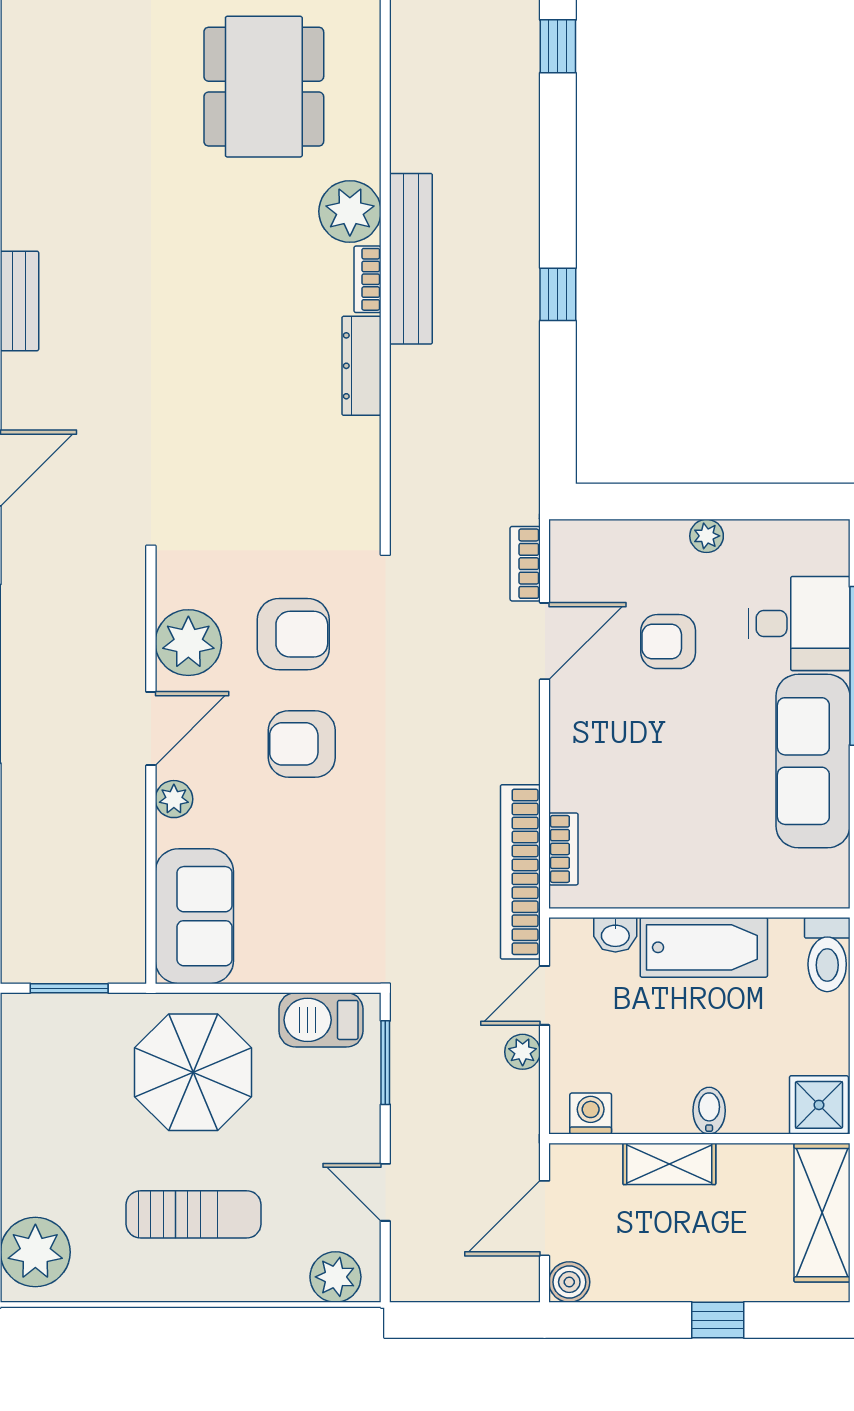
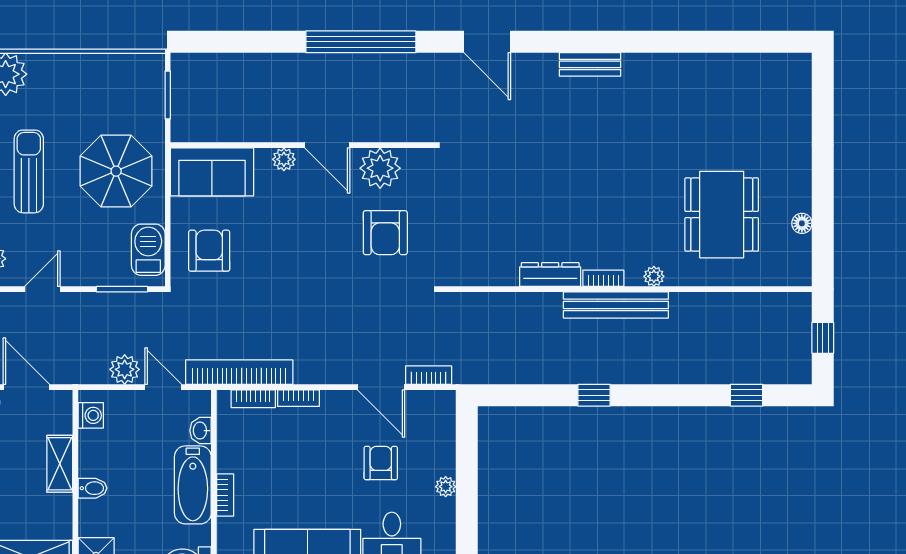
dining table: (264, 87) -> (722, 215), turned 90
plant: (350, 211) -> (654, 276), width x0.53, depth x0.53
armchair: (302, 744) -> (209, 251), moved
bookcase: (563, 775) -> (298, 398), added
bookcase: (720, 895) -> (225, 495), added
plant: (523, 1052) -> (125, 369), width x1.38, depth x1.38
sun lounger: (194, 1214) -> (29, 171), turned 180

